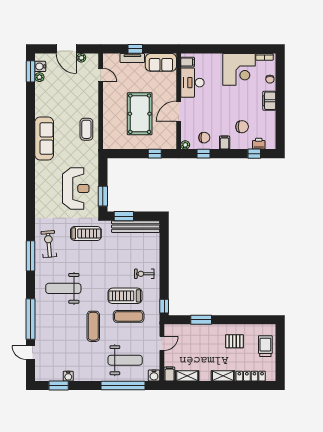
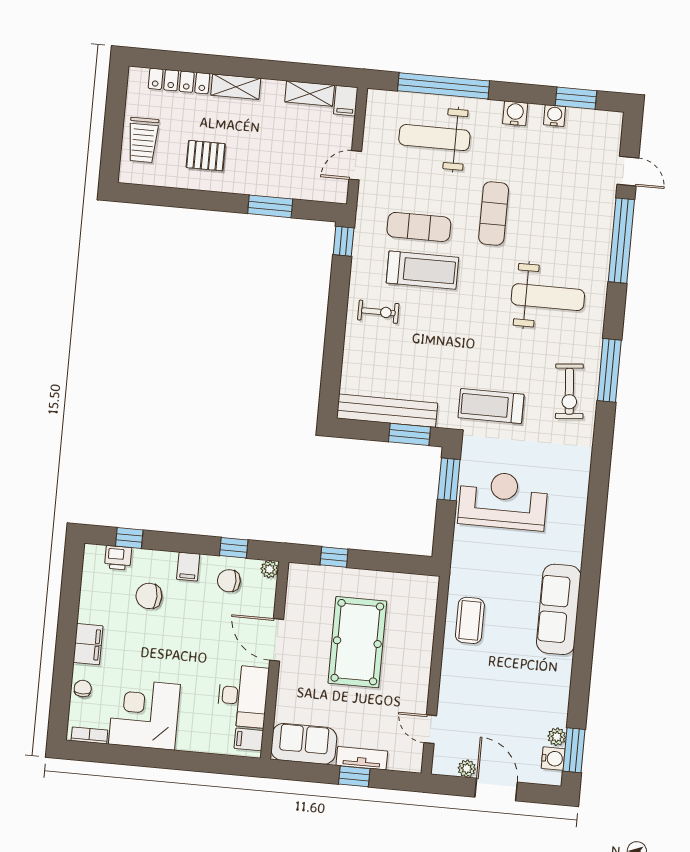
door: (179, 111) -> (277, 640), swing flipped
reception desk: (76, 188) -> (503, 501), turned 90
water cooler: (154, 375) -> (515, 113), moved

